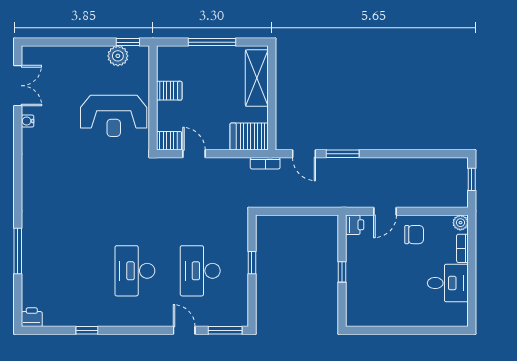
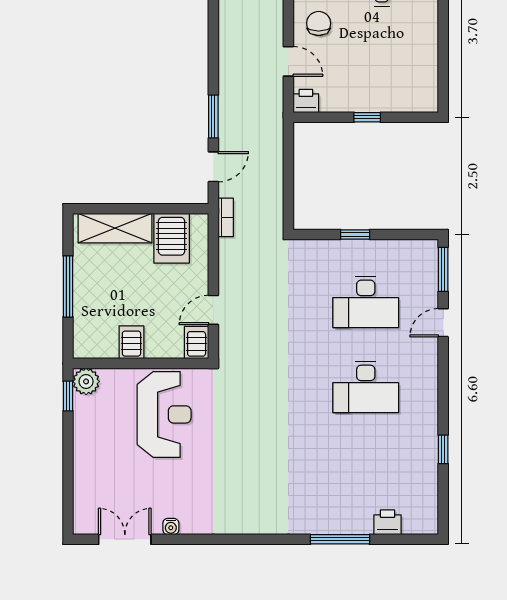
plant: (118, 56) -> (86, 381), moved
server rack: (249, 136) -> (172, 238), moved
printer: (32, 317) -> (388, 522), moved, turned 90

